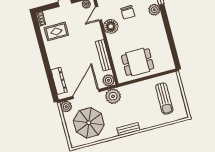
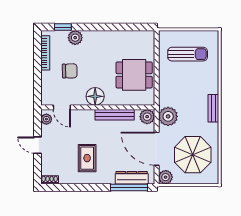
floor lamp: (111, 26) -> (95, 96), moved
rug: (56, 31) -> (87, 158), moved
dining table: (138, 62) -> (134, 75), turned 90
window: (51, 81) -> (129, 187), added

